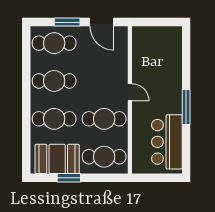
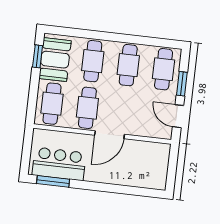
door: (102, 22) -> (178, 116), hinge flipped
door: (130, 92) -> (109, 135), width x1.88
window: (186, 107) -> (53, 181), moved
window: (69, 178) -> (38, 56), moved

